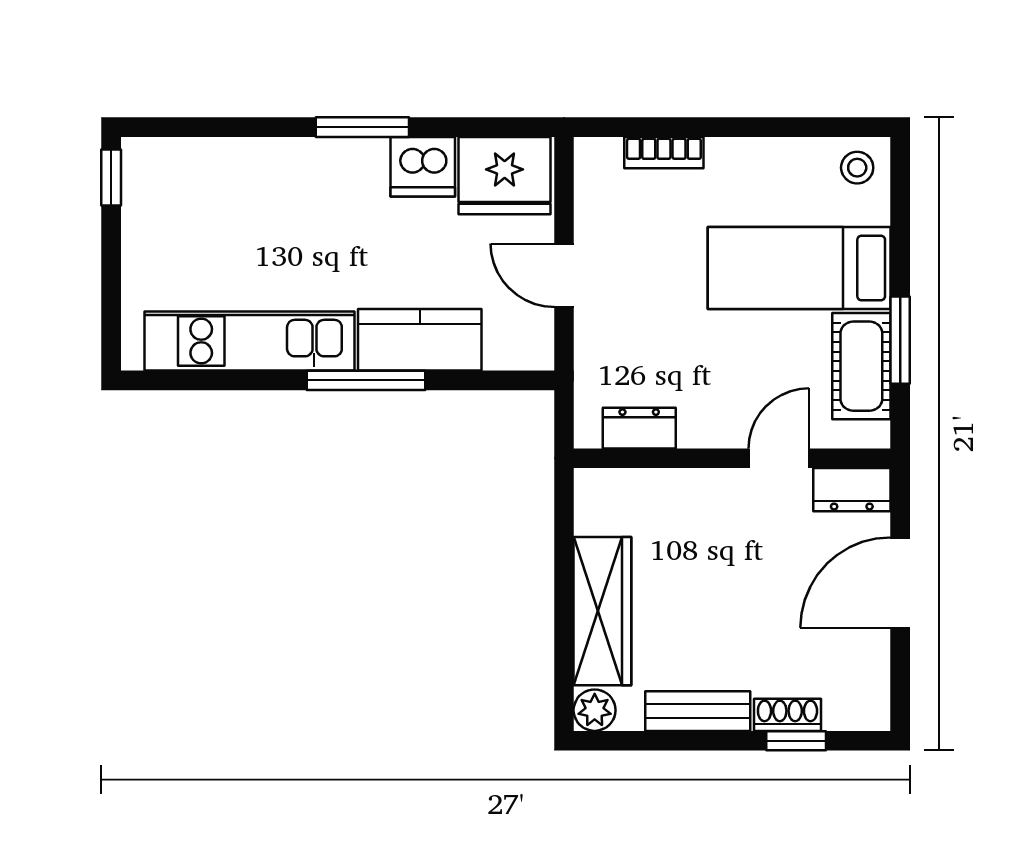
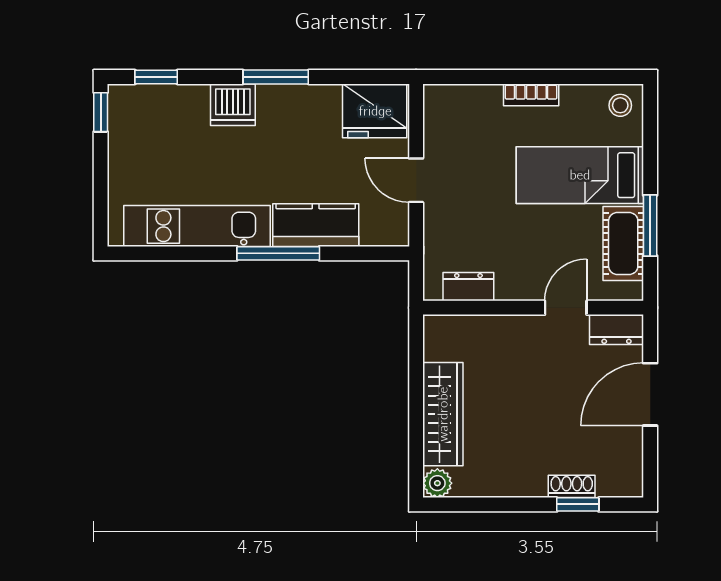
window: (191, 127) -> (156, 77), added
bookcase: (664, 153) -> (531, 95), moved
dishwasher: (423, 167) -> (233, 105), moved
bench: (698, 711) -> (509, 484), removed

